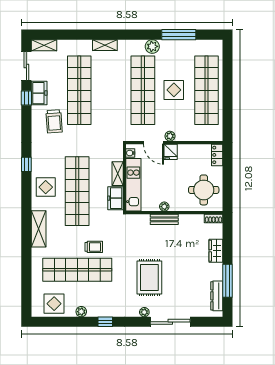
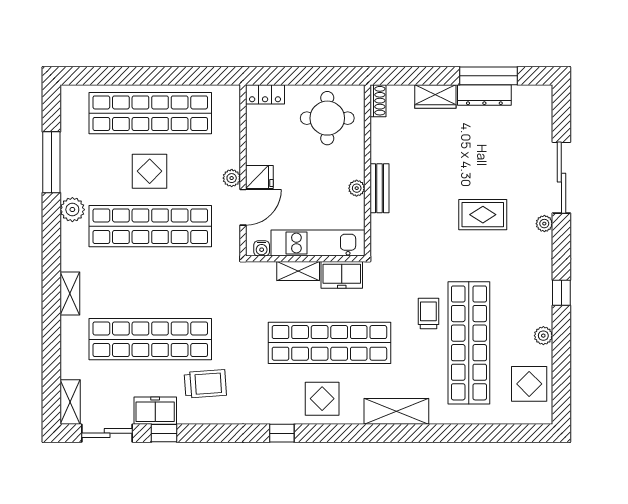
rug: (149, 278) -> (483, 215), width x0.73, depth x0.70
dresser: (217, 296) -> (484, 95), moved

